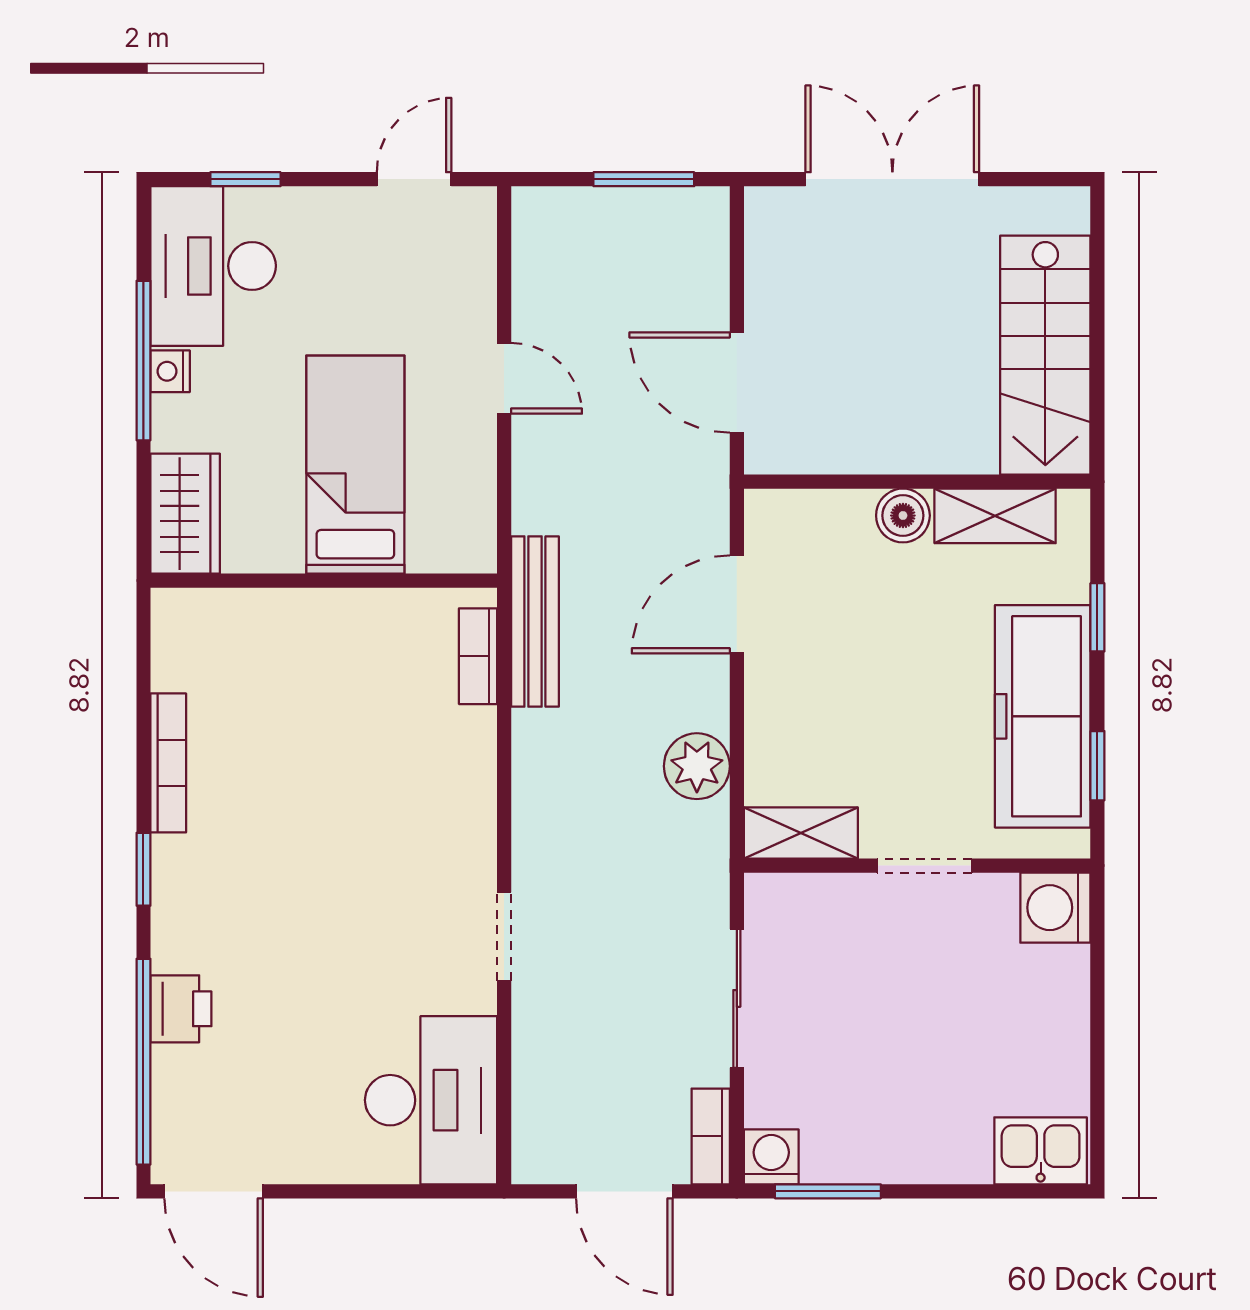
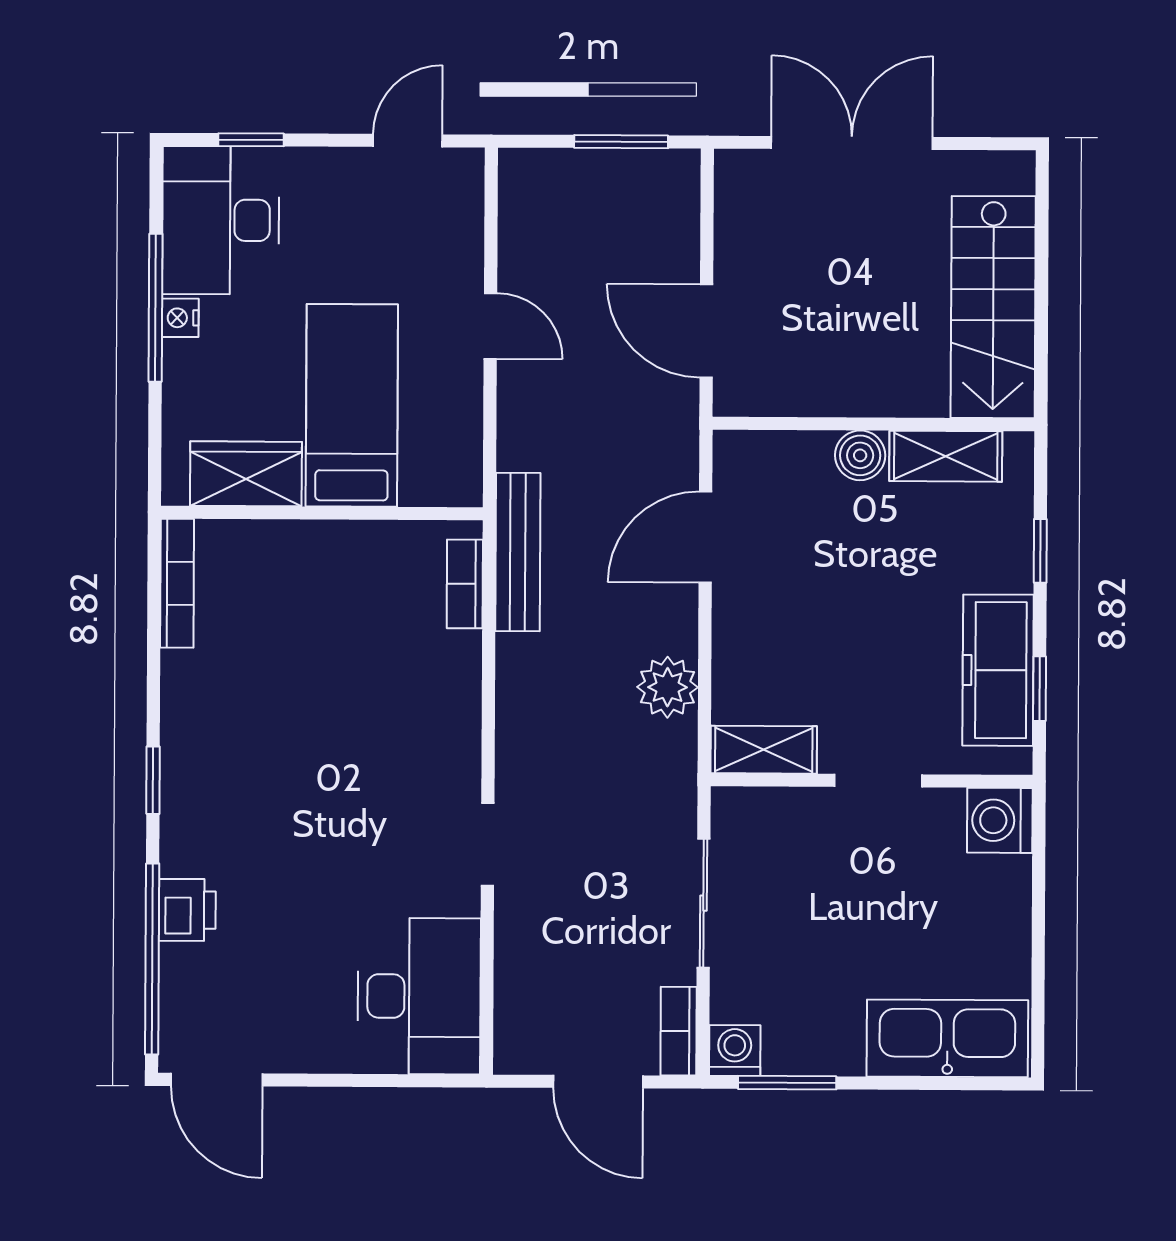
wardrobe: (185, 514) -> (246, 474), moved, turned -90
freezer: (1043, 716) -> (998, 670), width x0.73, depth x0.79
bookcase: (168, 763) -> (177, 583), moved
kitchen sink: (1041, 1151) -> (947, 1038), width x1.88, depth x1.24

